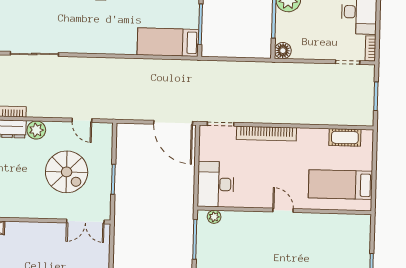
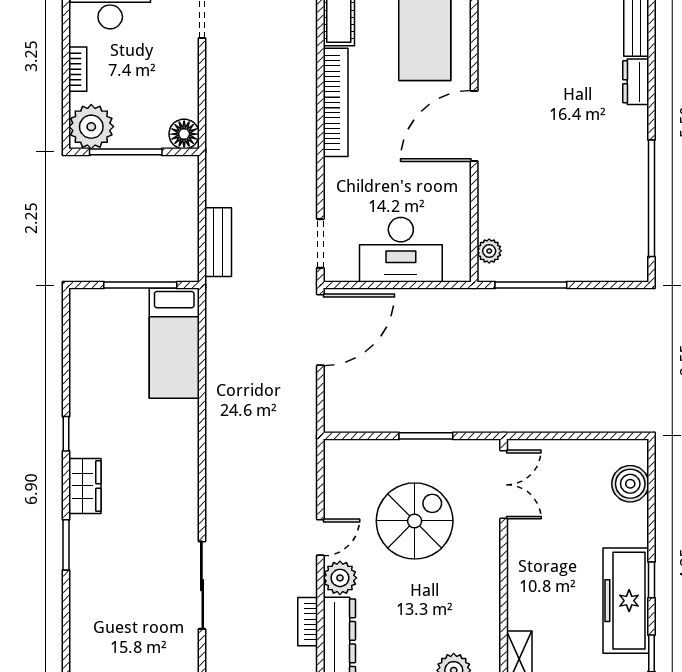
bench: (223, 68) -> (218, 242), added
door: (82, 120) -> (320, 537), moved
bookcase: (266, 134) -> (336, 102), moved
desk: (216, 184) -> (401, 250), moved
door: (283, 210) -> (474, 126), width x1.88

